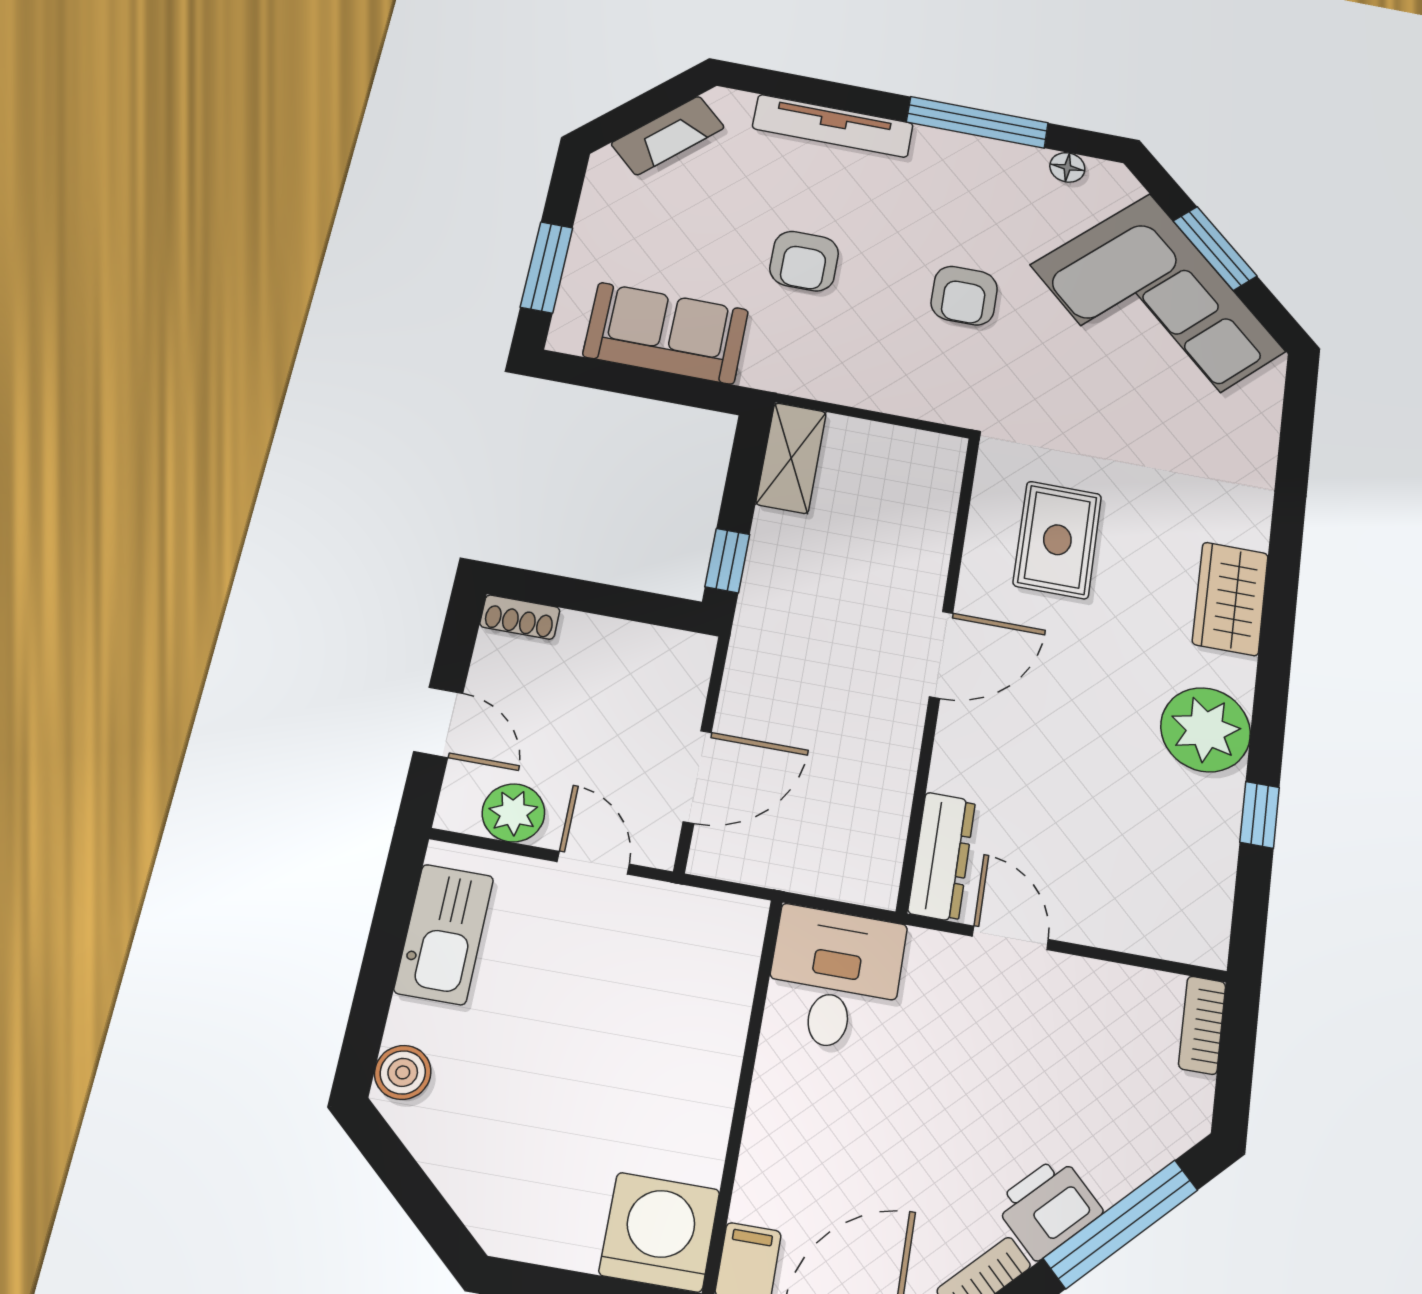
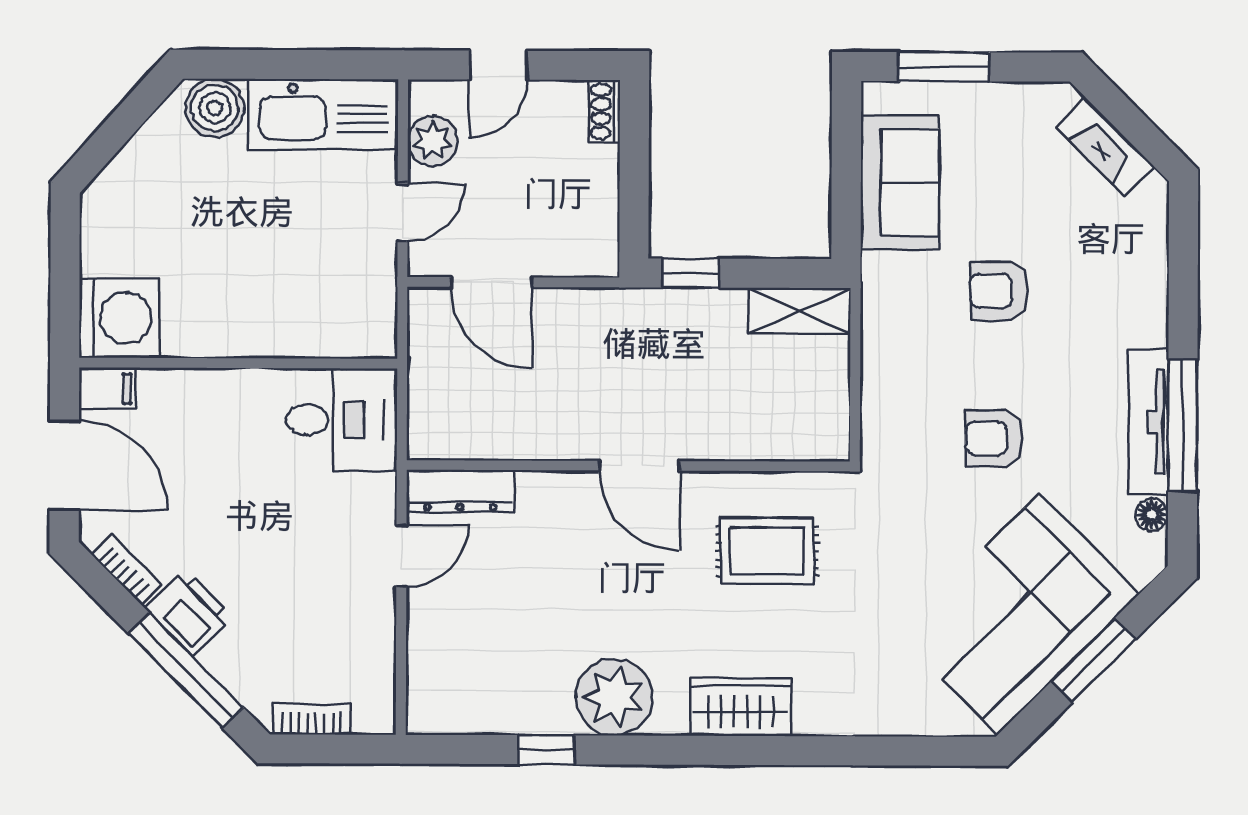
tv unit: (833, 126) -> (1149, 422), moved
kitchen sink: (444, 934) -> (322, 115), width x1.36, depth x1.24
bookcase: (1202, 1025) -> (312, 719), moved
boiler: (403, 1072) -> (215, 108), width x1.36, depth x1.36

